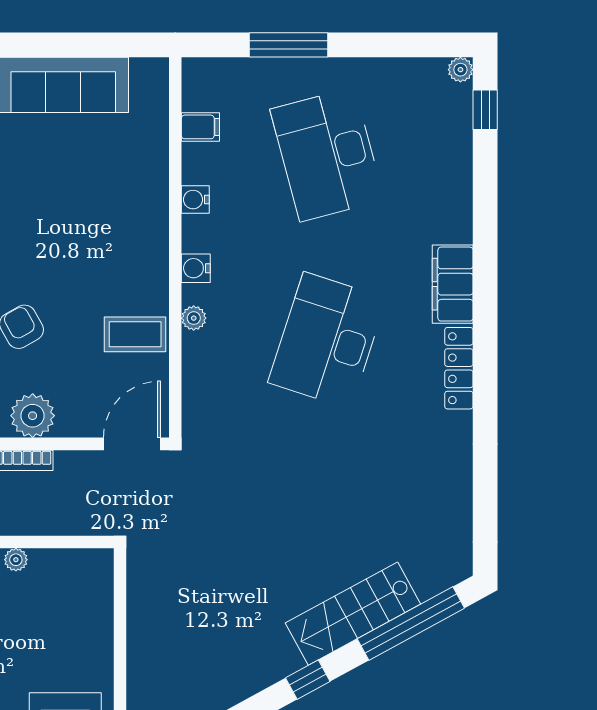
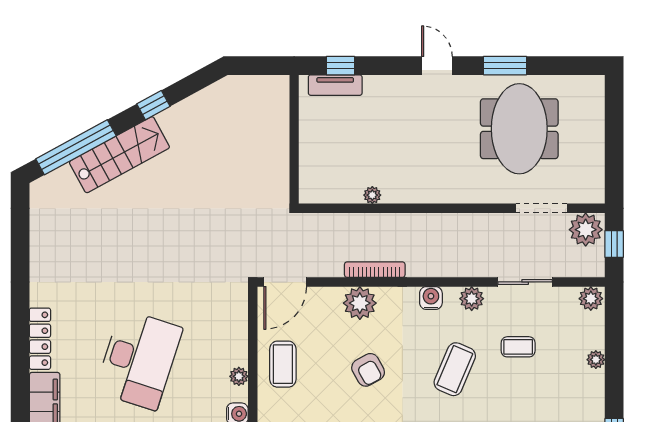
coffee table: (135, 334) -> (283, 364), turned 90

